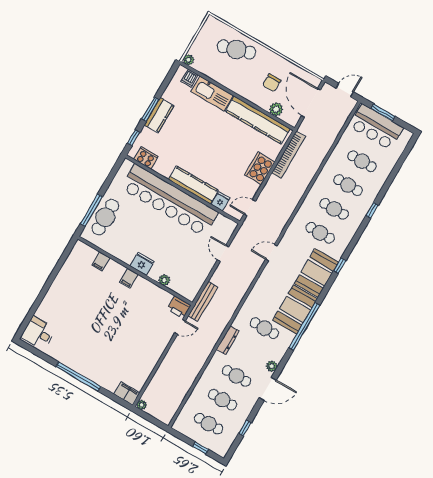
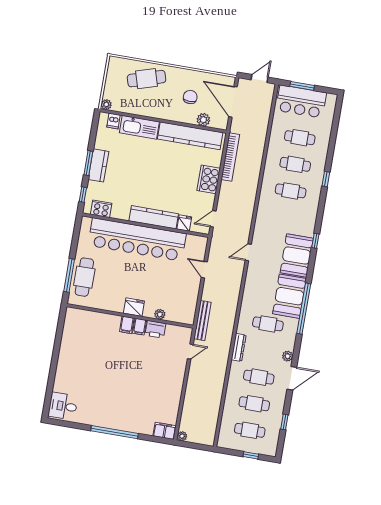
chair: (272, 83) -> (190, 97), turned 180
cafe table: (320, 233) -> (286, 218), removed
filing cabinet: (101, 261) -> (140, 327), moved
printer: (179, 307) -> (155, 329), moved

